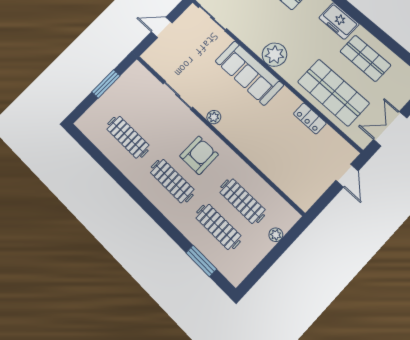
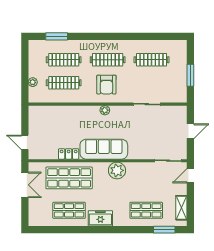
sofa: (249, 73) -> (104, 149), moved
plant: (214, 117) -> (105, 110), moved

